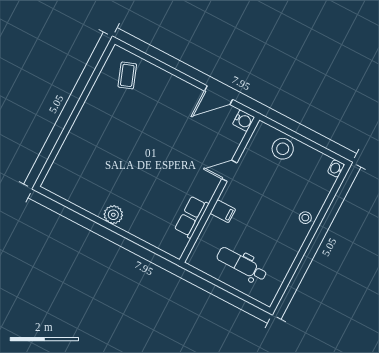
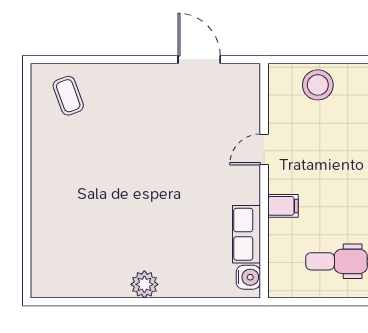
door: (219, 95) -> (199, 59), swing flipped
water cooler: (243, 121) -> (248, 277), moved

